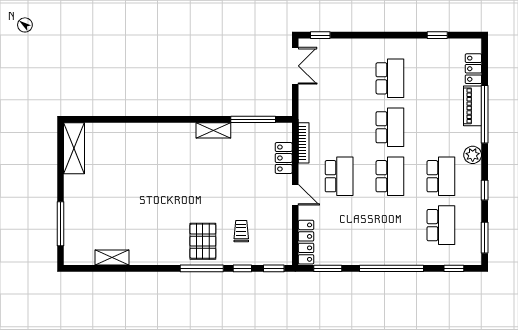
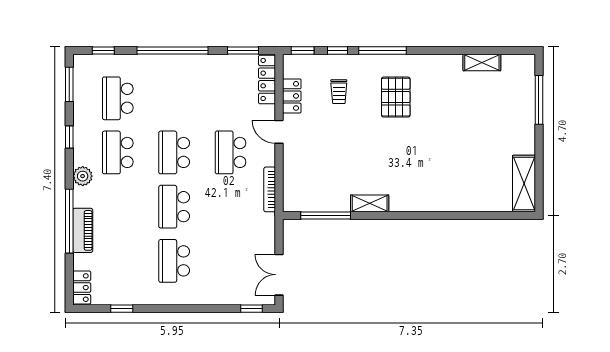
locker: (473, 69) -> (82, 288), moved
locker: (284, 158) -> (292, 96), moved
pallet: (203, 241) -> (396, 97), moved

